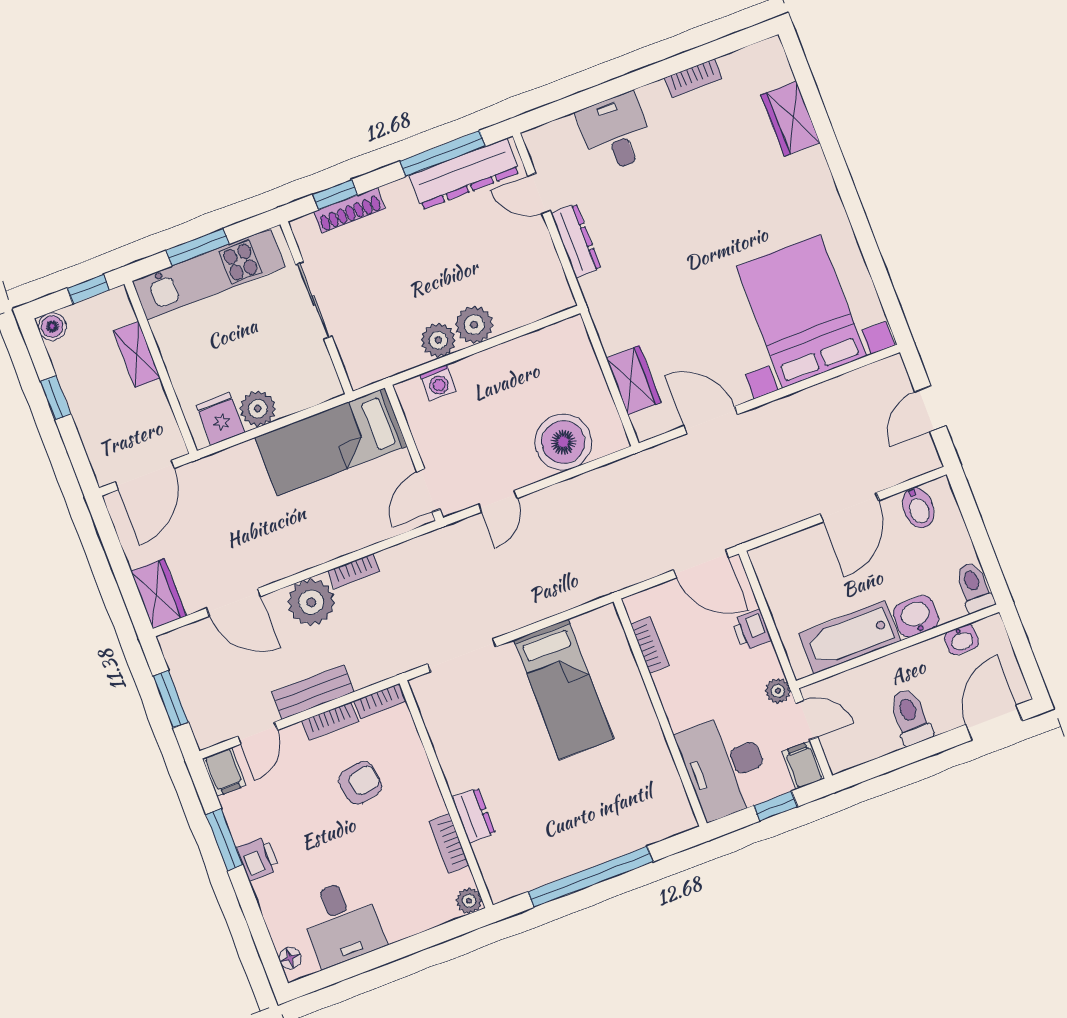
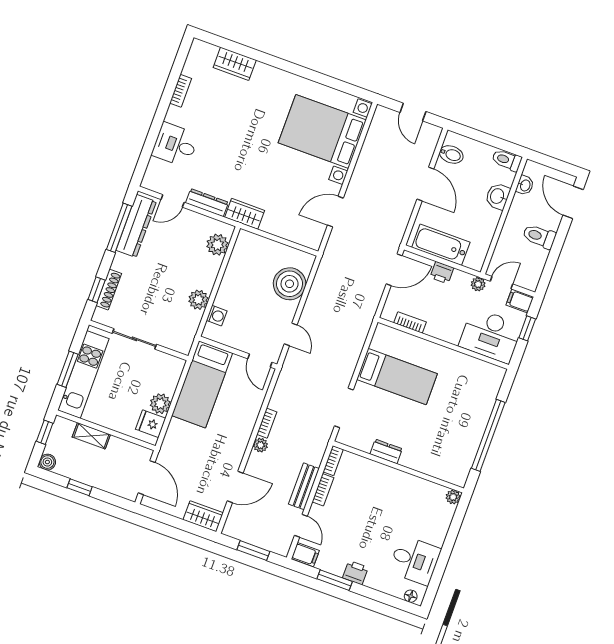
plant: (474, 325) -> (217, 245), moved
wardrobe: (634, 380) -> (245, 214), moved
plant: (311, 602) -> (260, 445), width x0.53, depth x0.53
bathtub: (849, 637) -> (441, 245), moved, turned 90
armchair: (360, 783) -> (361, 500), removed
dresser: (474, 815) -> (386, 451), moved
bookcase: (449, 843) -> (421, 484), removed

